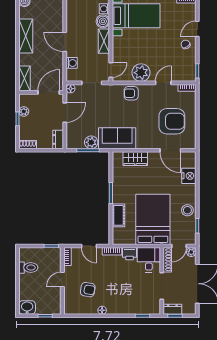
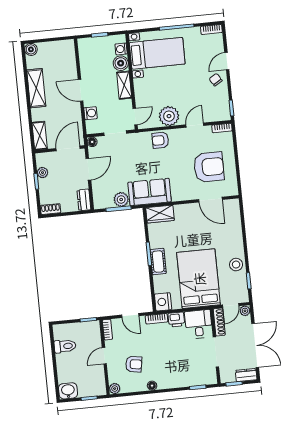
wardrobe: (135, 159) -> (160, 214), moved
nightstand: (189, 176) -> (163, 302), moved, turned 180
cot: (119, 215) -> (158, 262), moved
dresser: (172, 309) -> (246, 375), moved
plant: (69, 310) -> (115, 389), added

